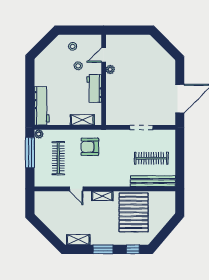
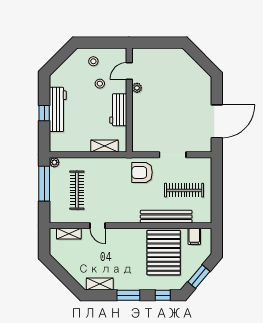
window: (30, 91) -> (44, 113), added
workbench: (42, 106) -> (58, 109), moved
armchair: (90, 147) -> (142, 172), moved
bench: (153, 181) -> (166, 217), moved
shelving: (102, 196) -> (69, 234), moved
filing cabinet: (160, 198) -> (194, 236), added
window: (164, 233) -> (199, 277), added

